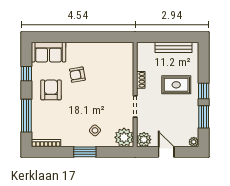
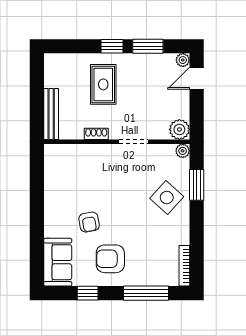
bench: (174, 47) -> (51, 114), moved
side table: (95, 130) -> (167, 198), width x1.87, depth x1.87
plant: (124, 137) -> (183, 151), width x0.53, depth x0.53
window: (85, 152) -> (197, 185), moved
door: (166, 152) -> (197, 78), moved

